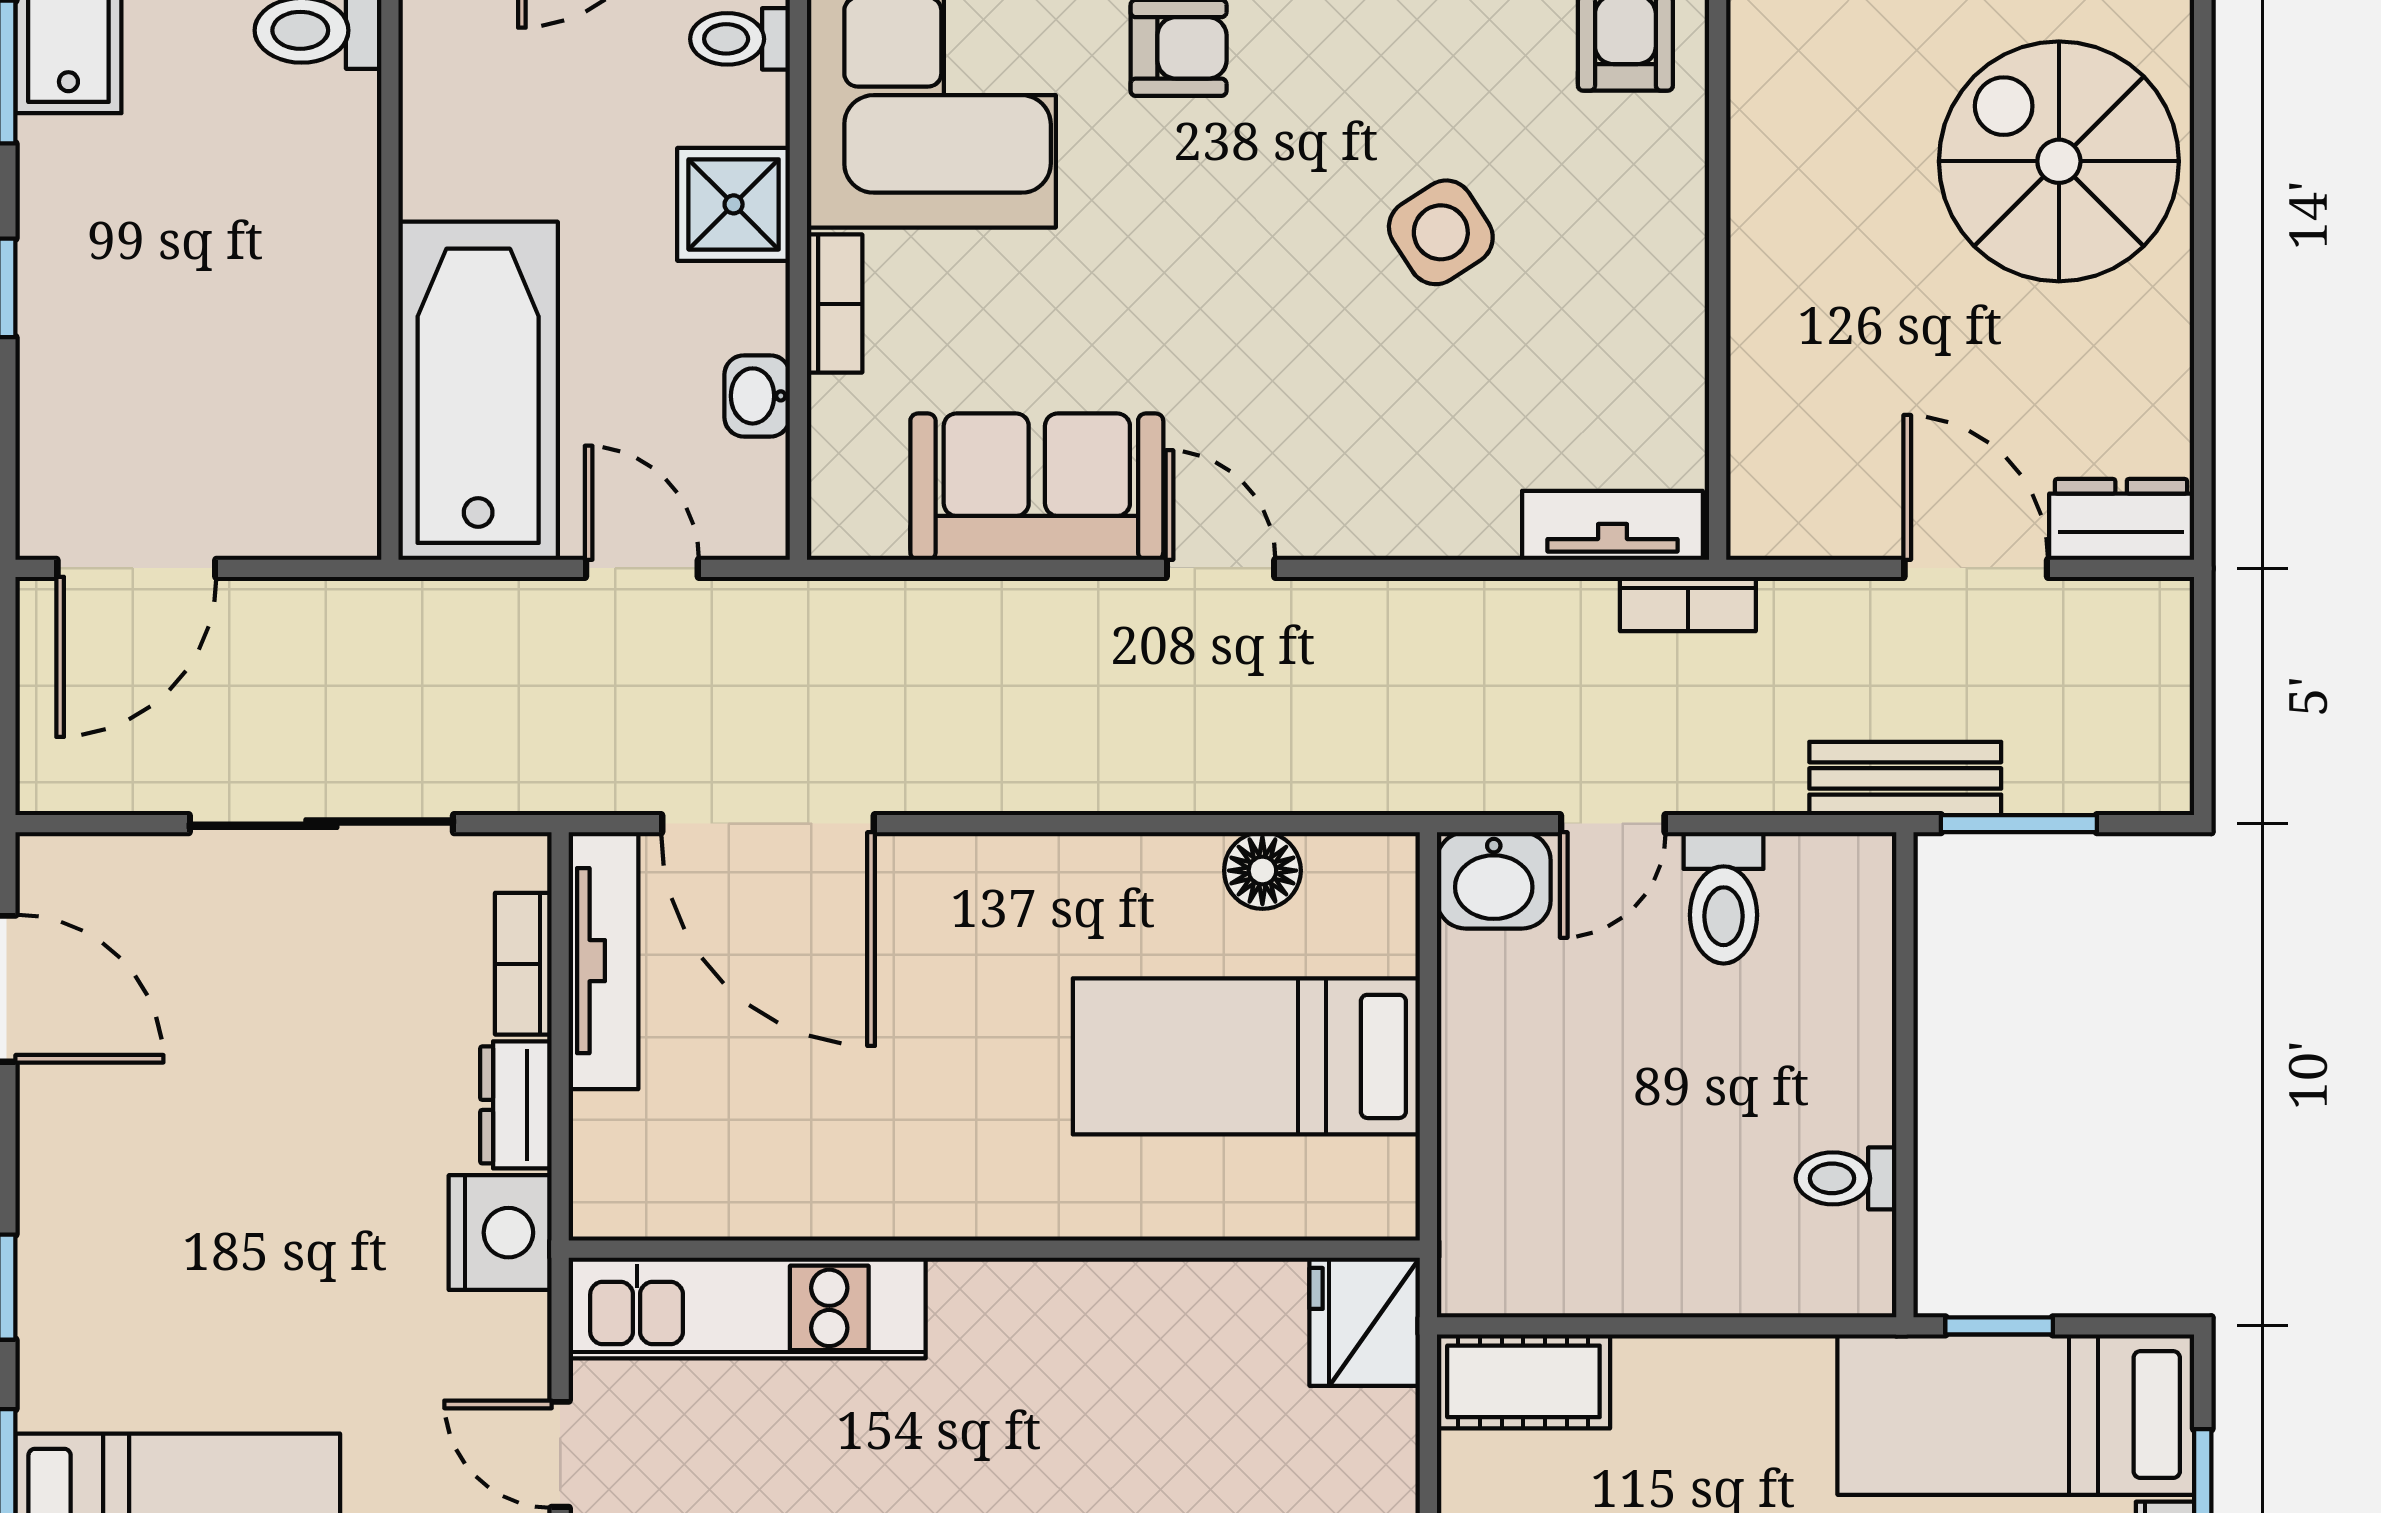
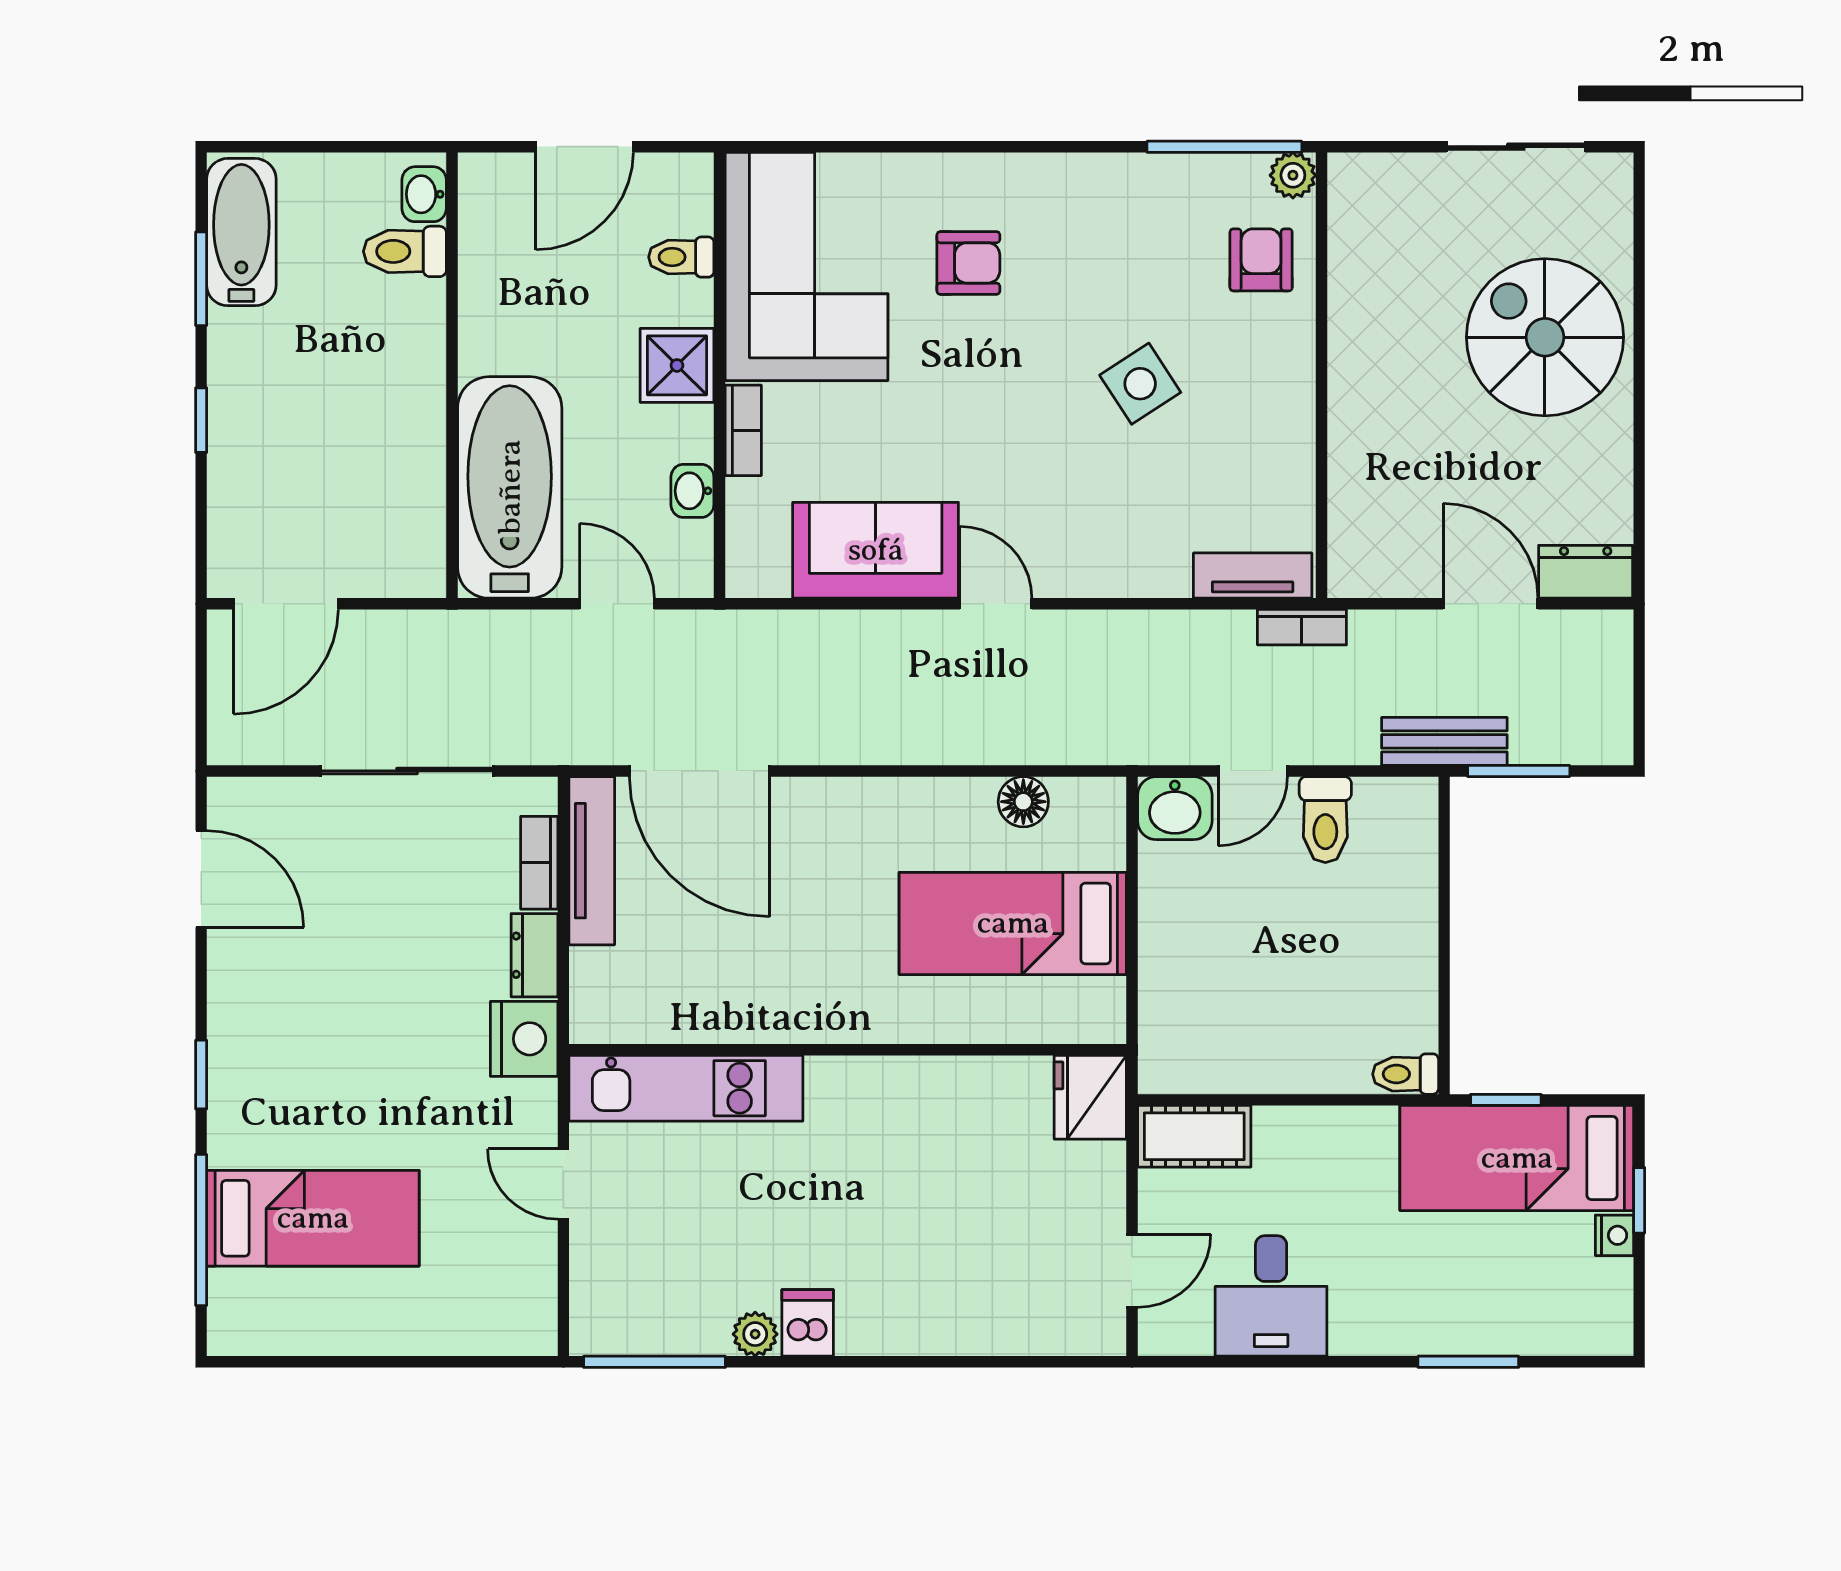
toilet: (1846, 1178) -> (1406, 1074), moved

